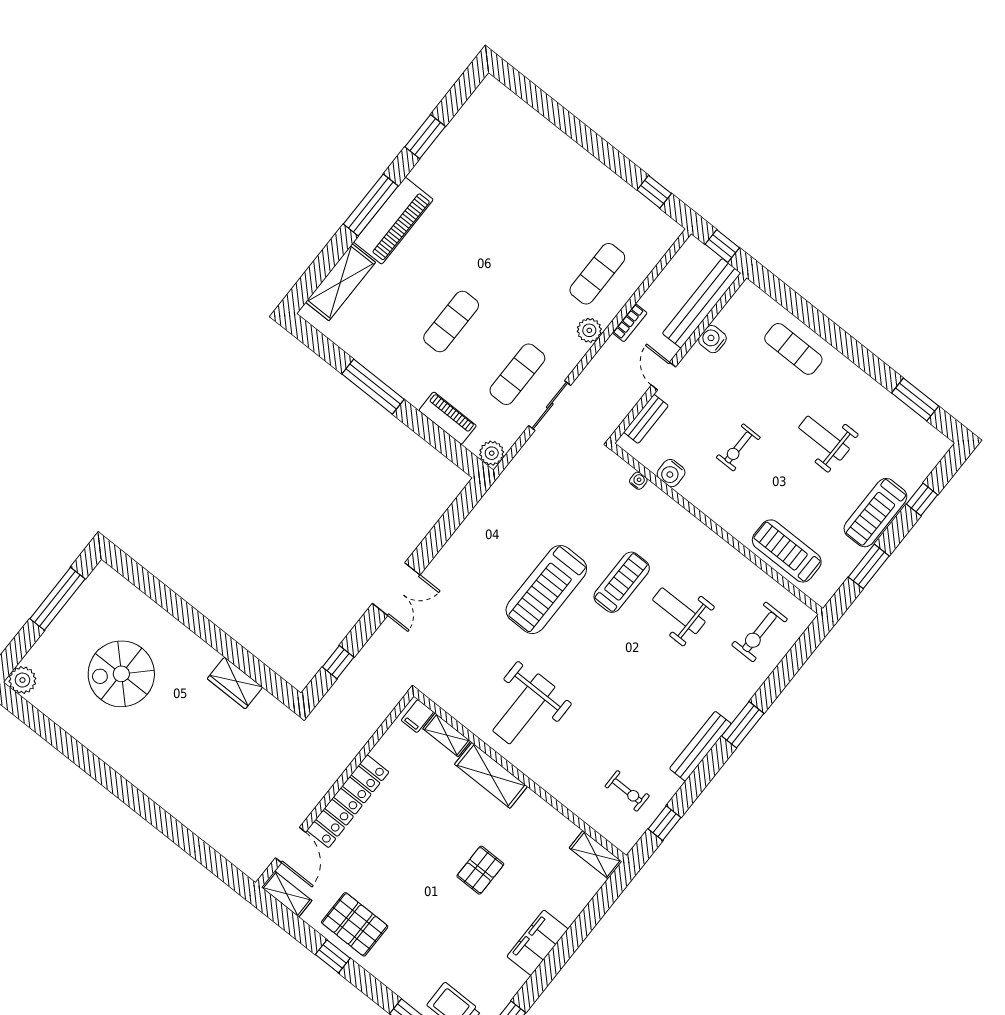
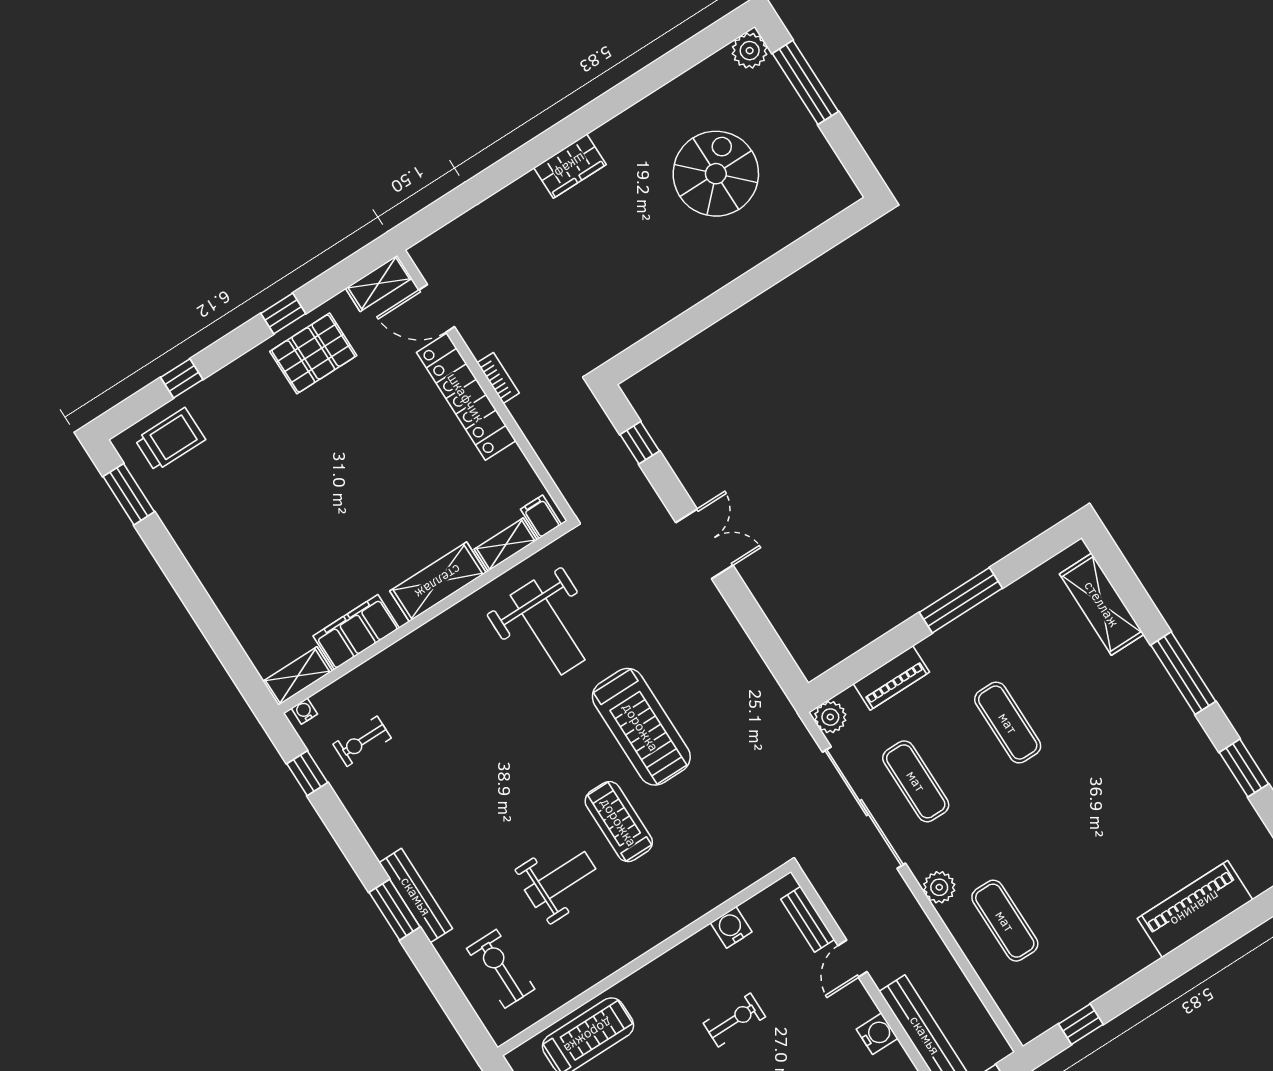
piano: (393, 221) -> (1195, 909), moved, turned 90
bookcase: (630, 323) -> (498, 378), moved, turned 180
door: (664, 376) -> (853, 959), swing flipped
sliding door: (550, 406) -> (864, 808), width x1.86
exercise bike: (738, 447) -> (734, 1020), turned 90
water cooler: (638, 481) -> (304, 711), moved, turned 180
treadmill: (622, 582) -> (619, 822), turned 180
double door: (396, 589) -> (704, 544), swing flipped
treadmill: (546, 590) -> (641, 727), turned 180
window: (57, 599) -> (805, 82), moved
wardrobe: (235, 683) -> (570, 166), moved, turned 180
weight bench: (524, 709) -> (548, 628), moved, turned 180
bench: (700, 746) -> (416, 896), moved
pallet: (480, 870) -> (327, 529), removed
filing cabinet: (537, 943) -> (356, 632), moved, turned -90

